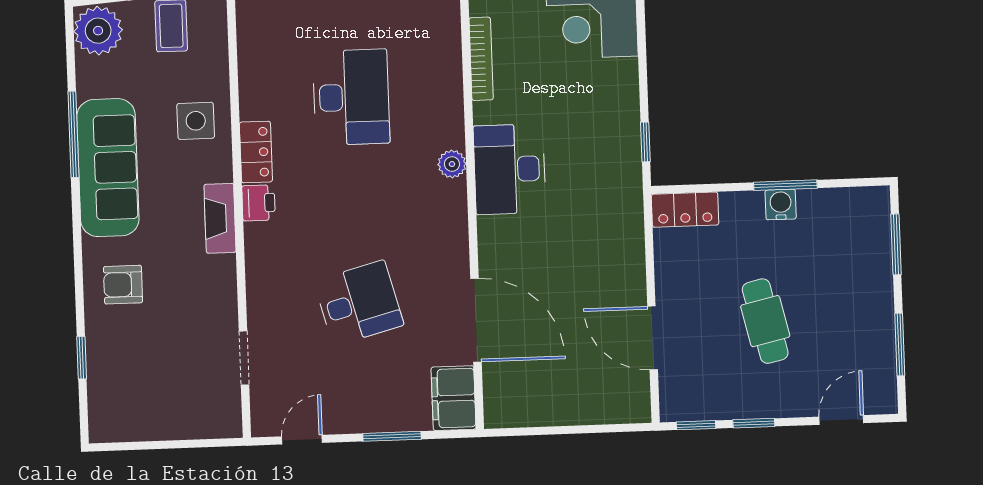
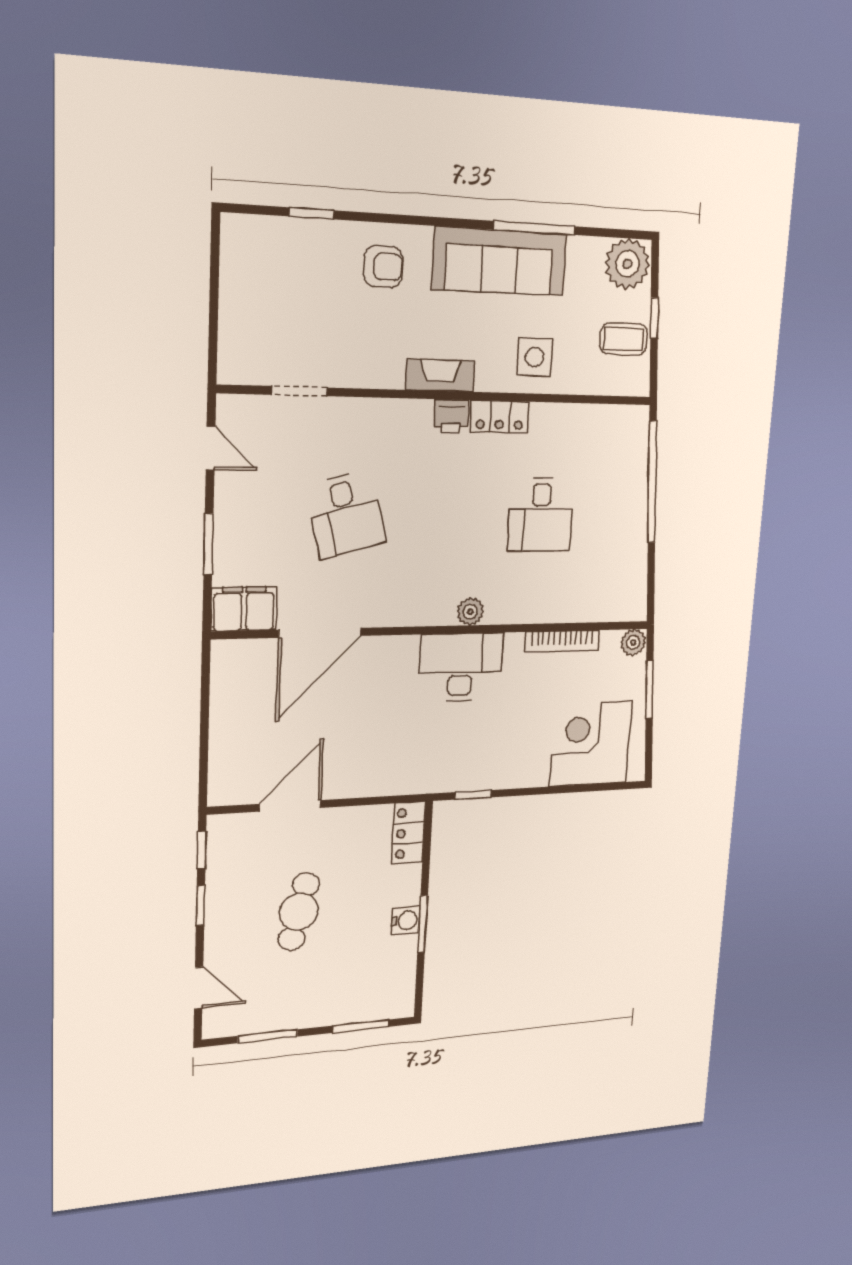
desk: (351, 97) -> (541, 515), width x0.73
armchair: (123, 285) -> (383, 267), turned 90
cafe table: (765, 321) -> (299, 912), turned -64

